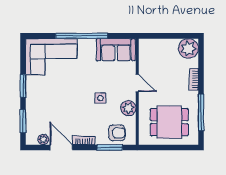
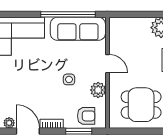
window: (82, 36) -> (68, 14), moved
sofa: (116, 50) -> (78, 29), width x1.36

